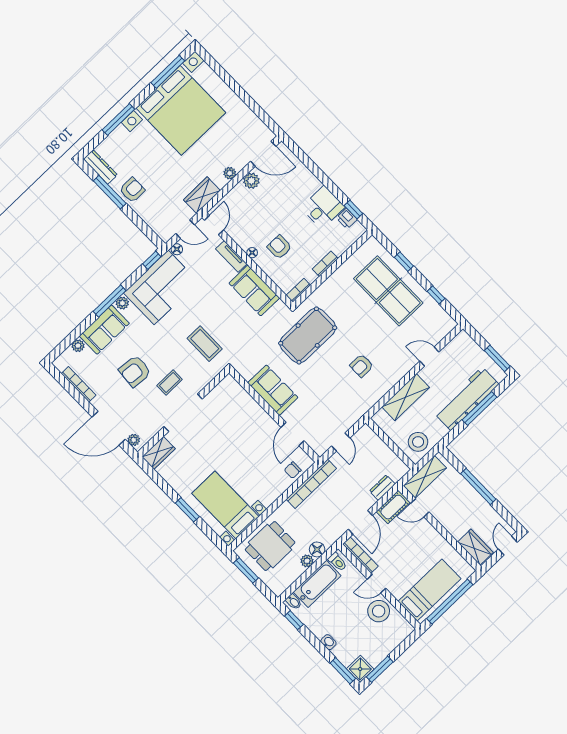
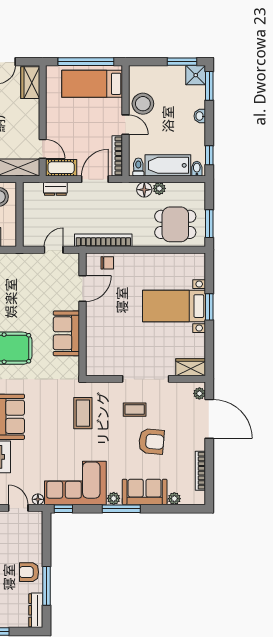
bed with nightstands: (225, 505) -> (174, 306), moved, turned 90

